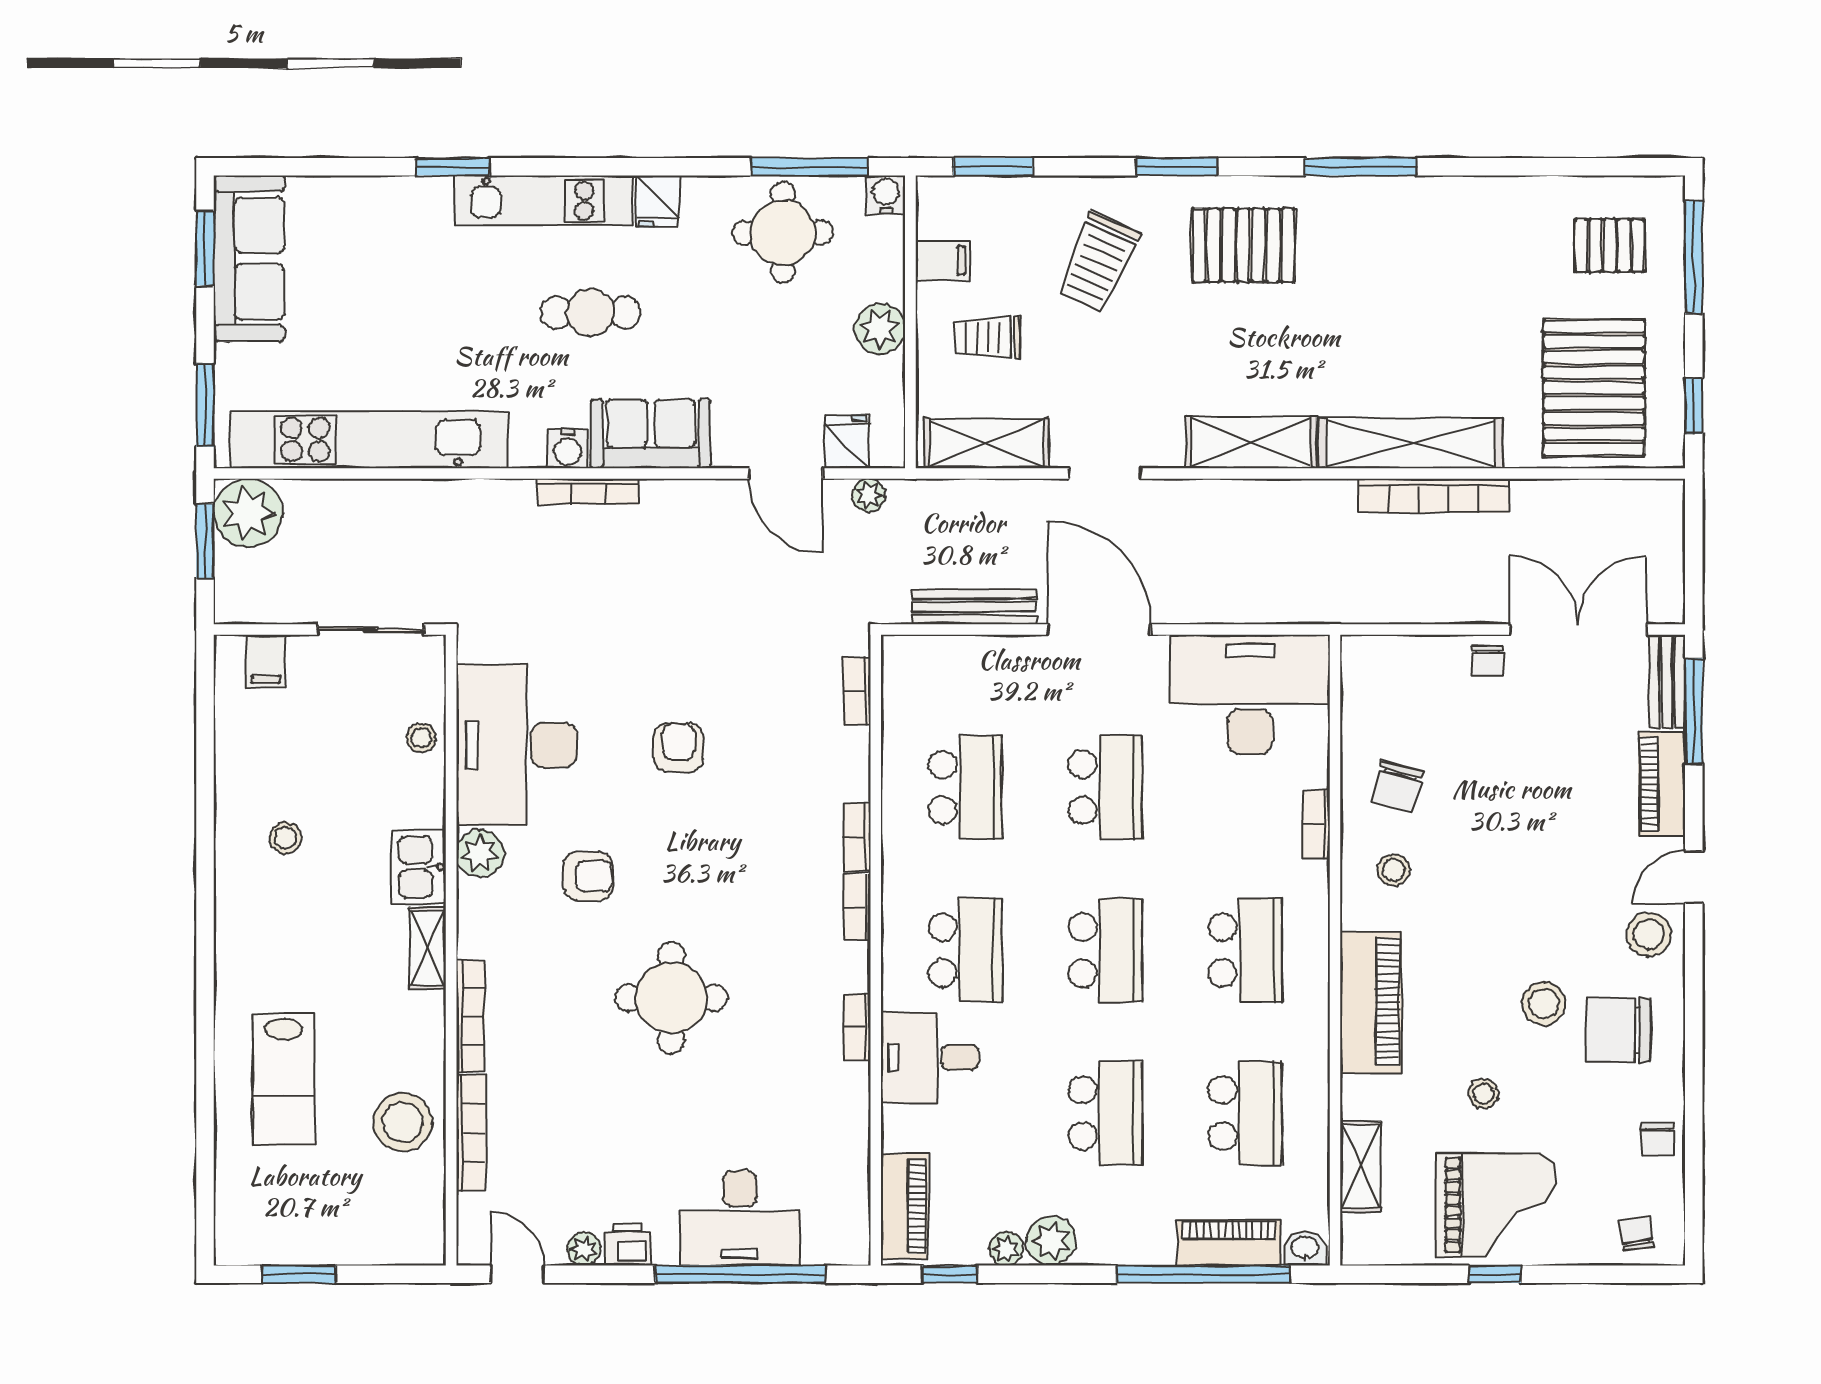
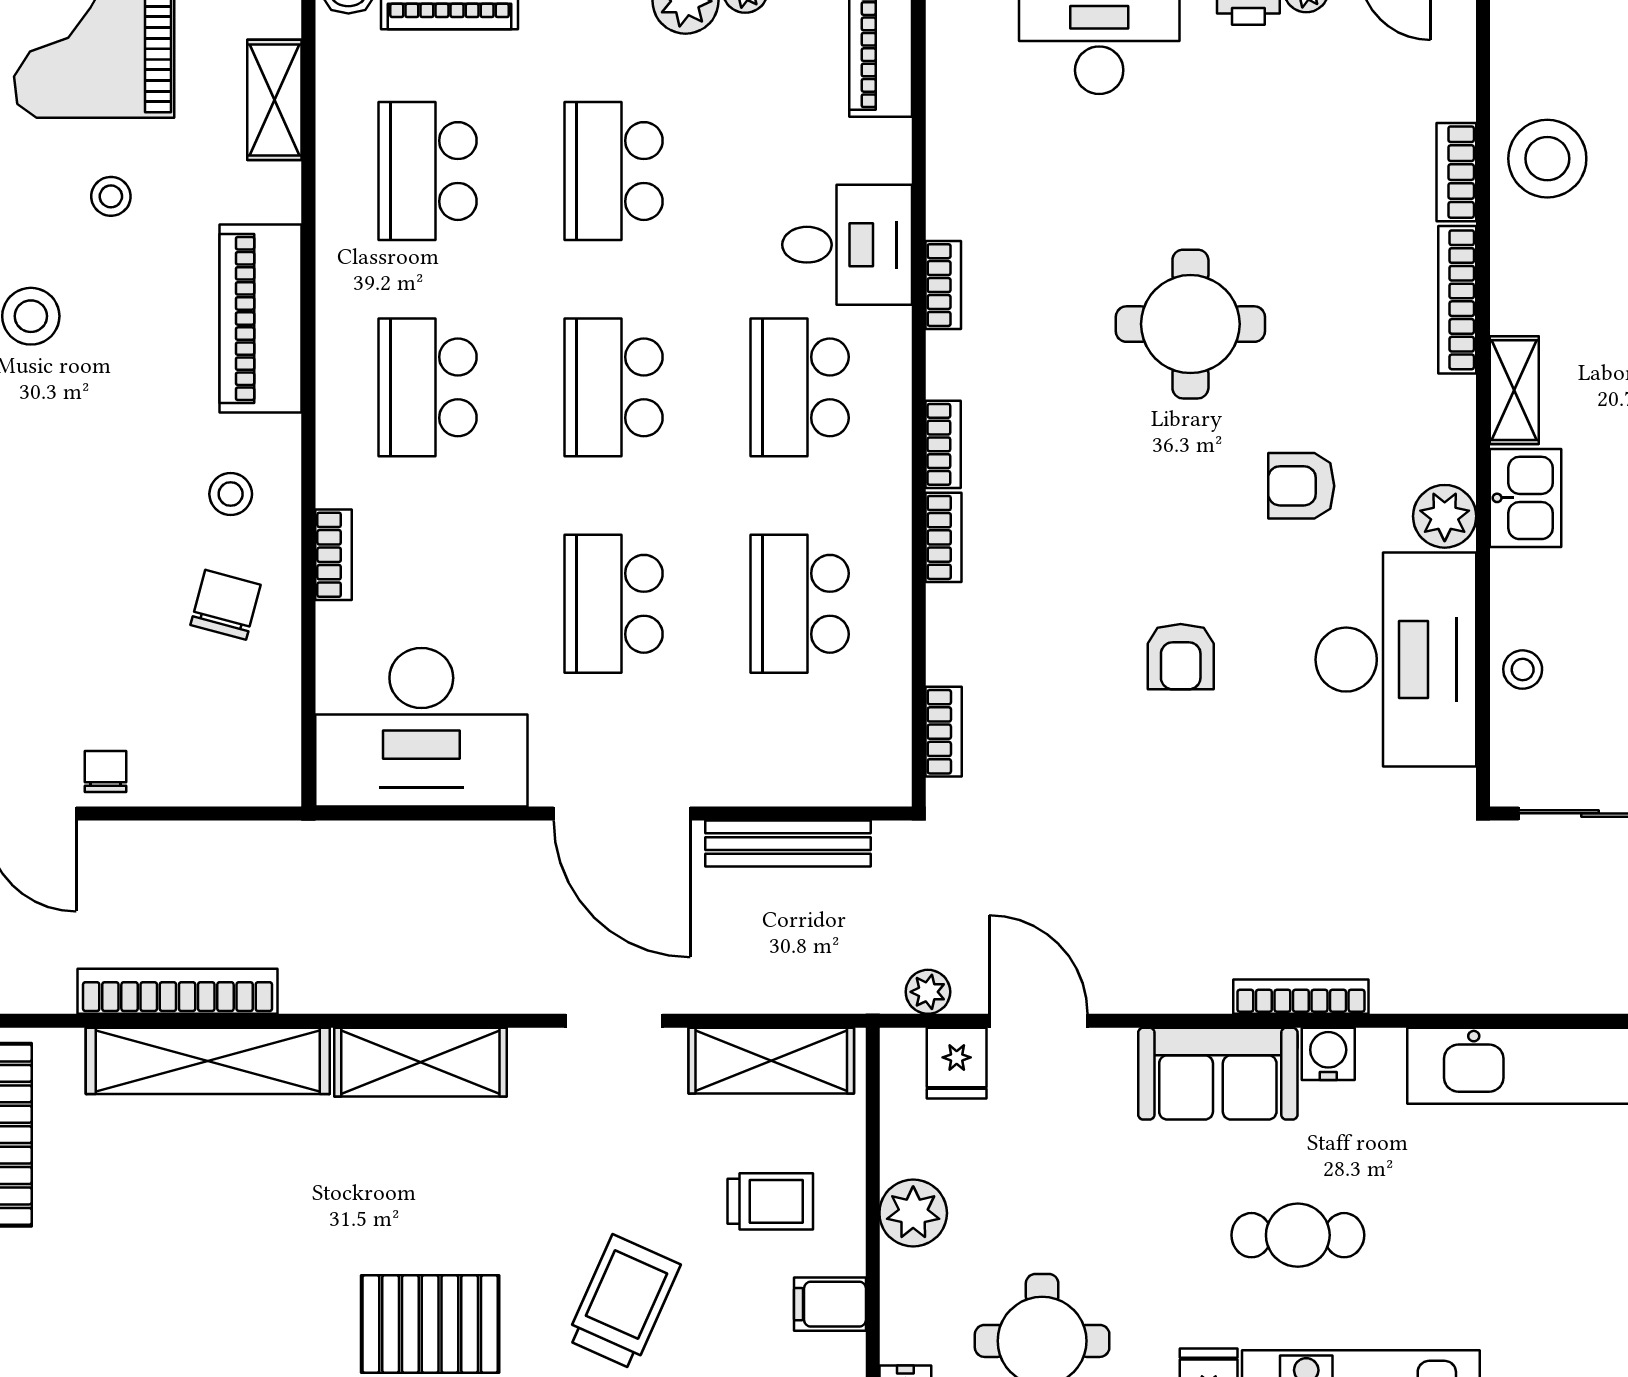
bookcase: (471, 1133) -> (1456, 172), width x0.64

